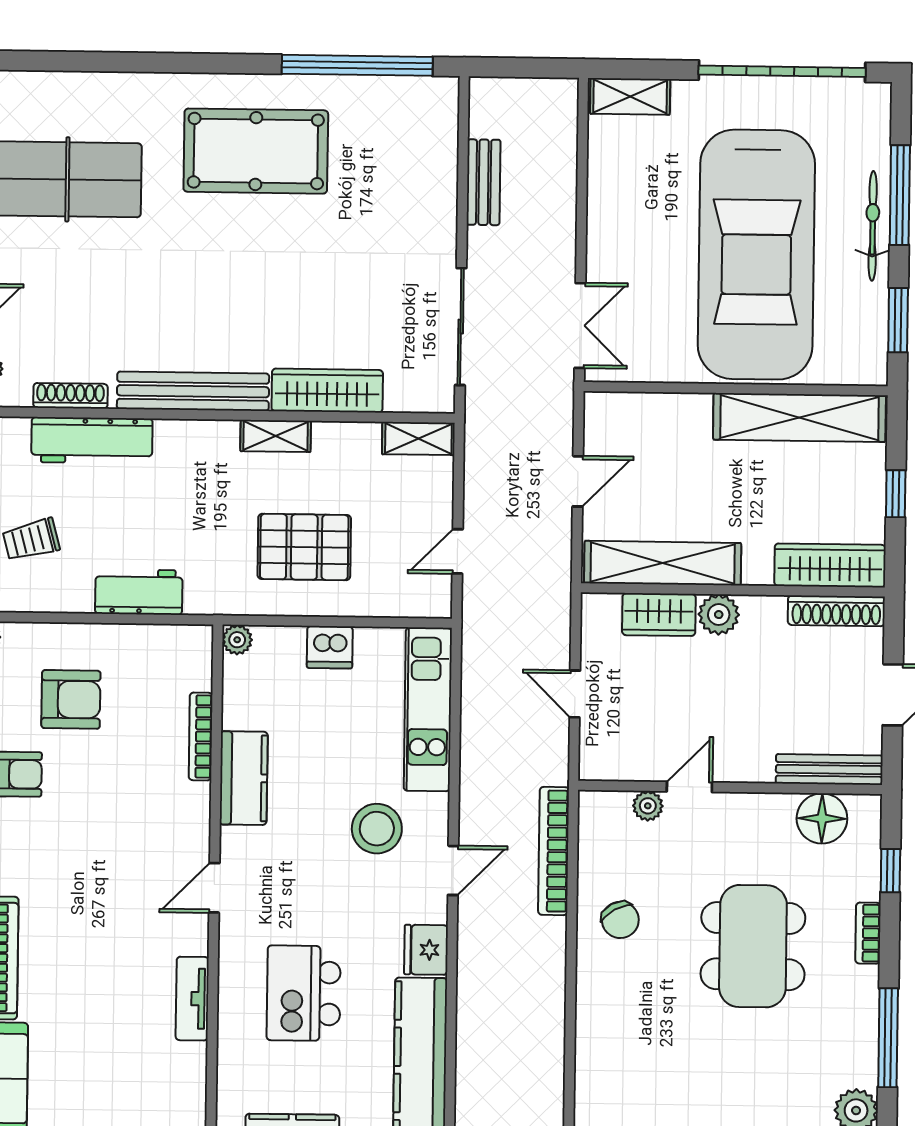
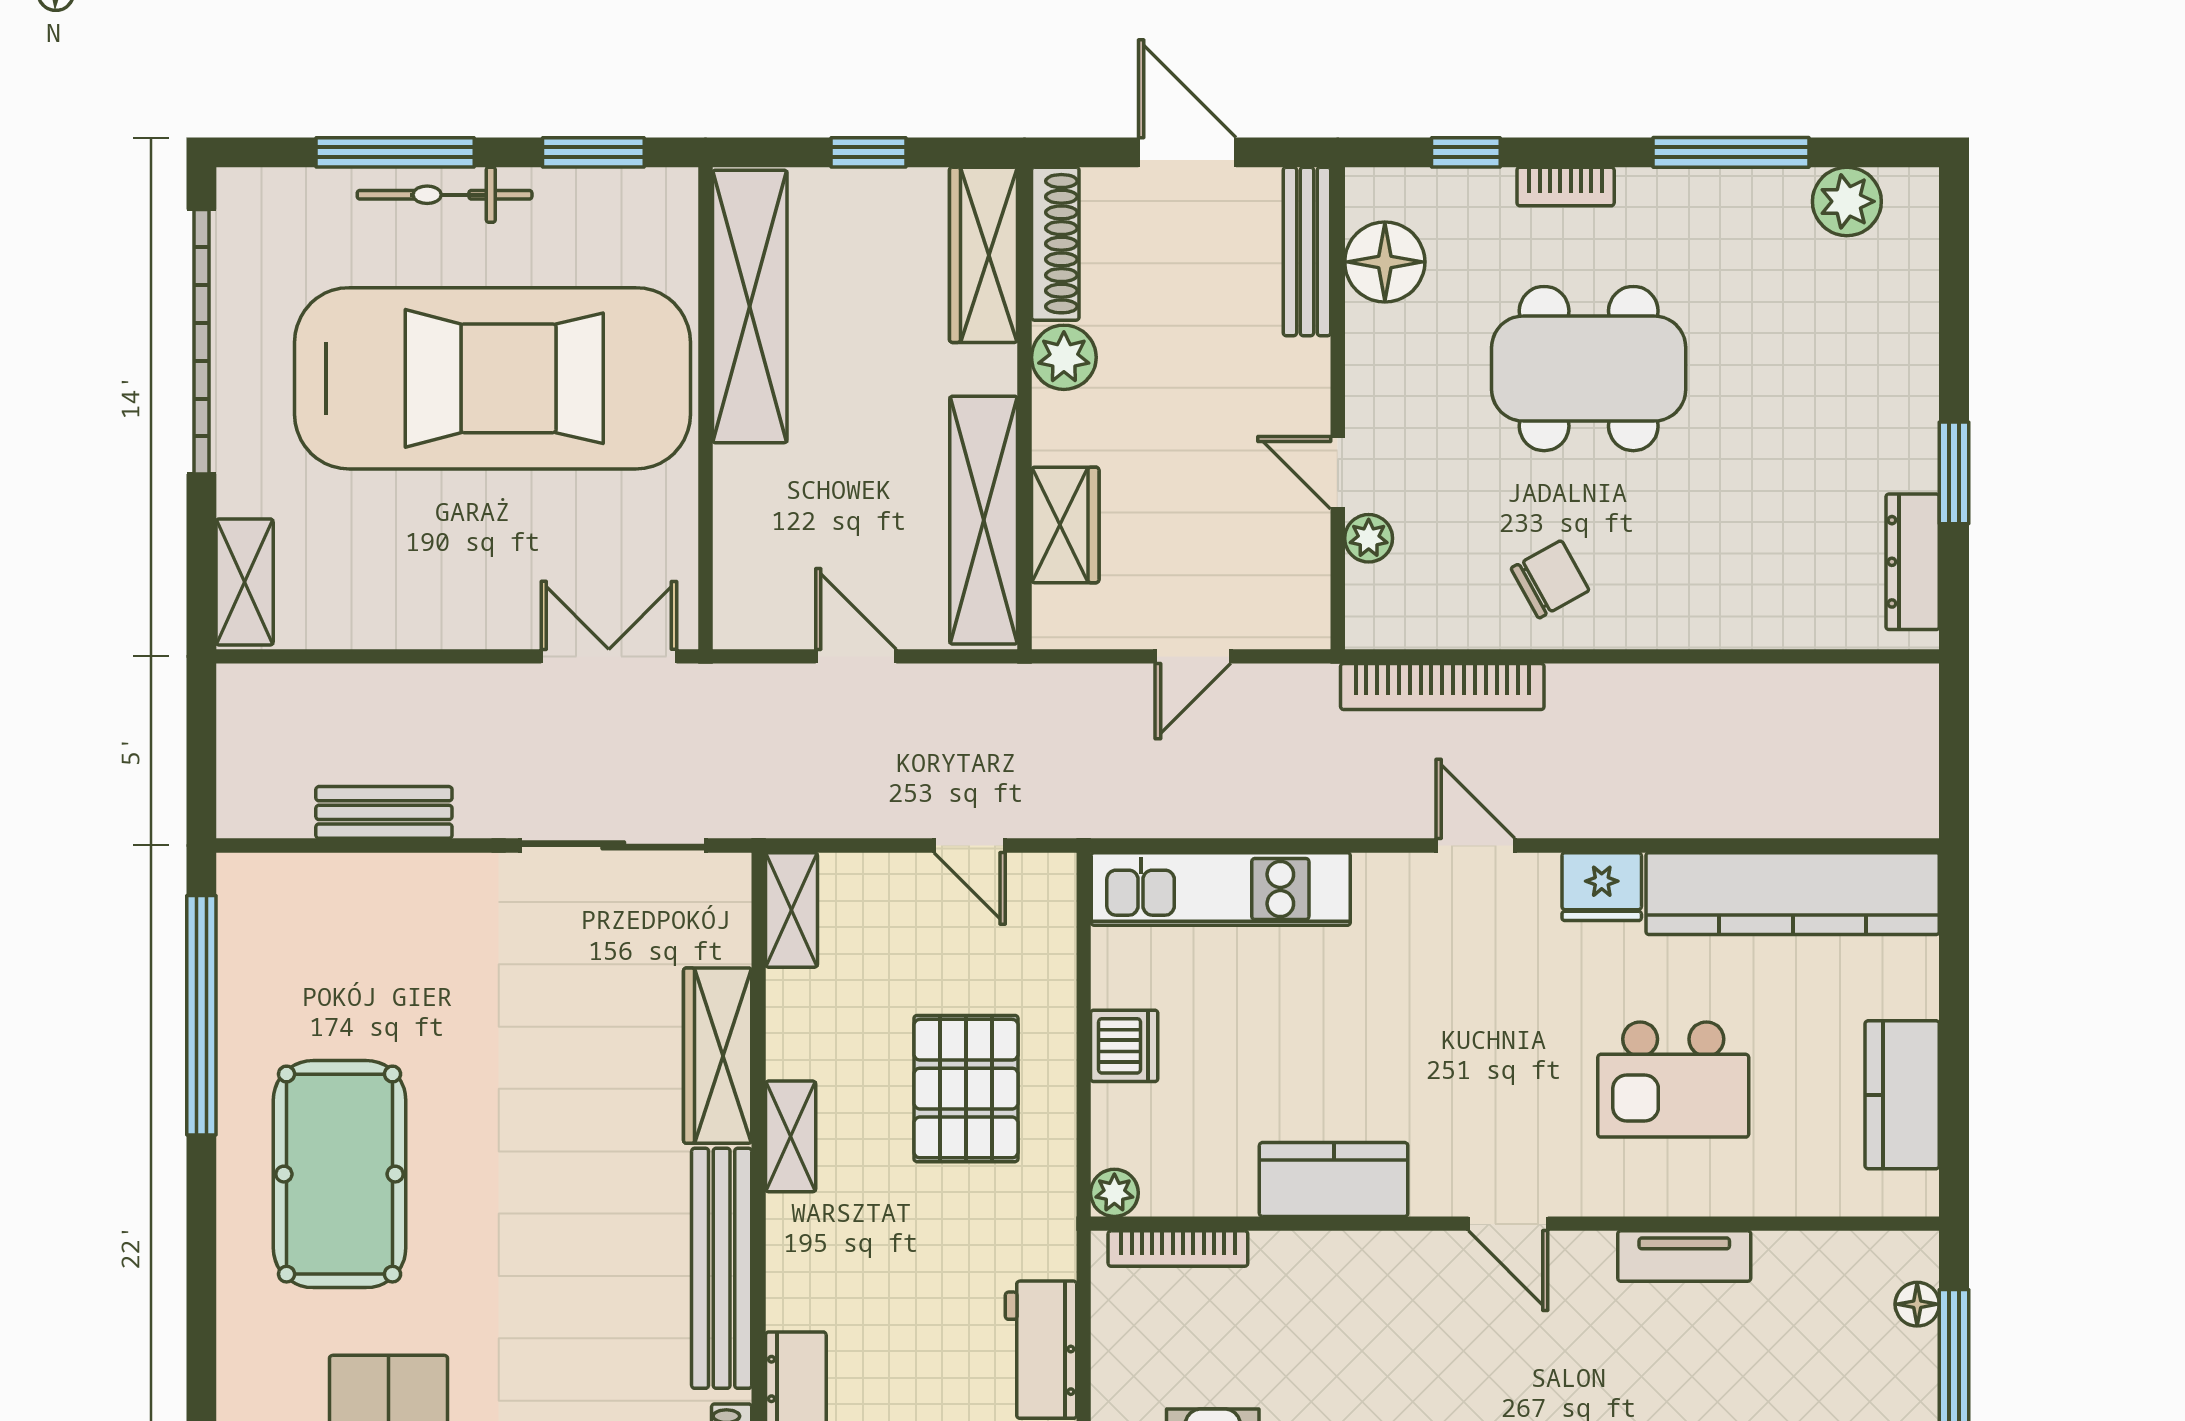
plant: (719, 615) -> (1064, 357), moved
bookcase: (201, 736) -> (1178, 1249), moved
stool: (377, 829) -> (1411, 967), removed

